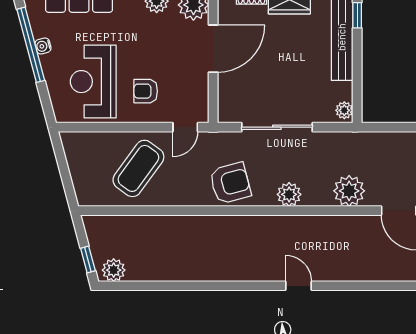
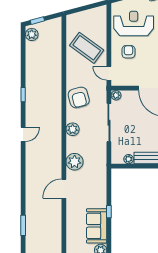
plant: (344, 110) -> (129, 159), moved
plant: (226, 114) -> (116, 95), added
window: (225, 286) -> (23, 95), added

